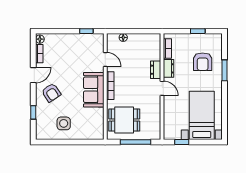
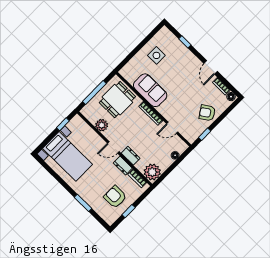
plant: (152, 42) -> (152, 172), added
armchair: (203, 62) -> (115, 197), moved
sofa: (94, 90) -> (150, 90), moved
armchair: (51, 93) -> (207, 113), moved
plant: (154, 113) -> (102, 125), added

